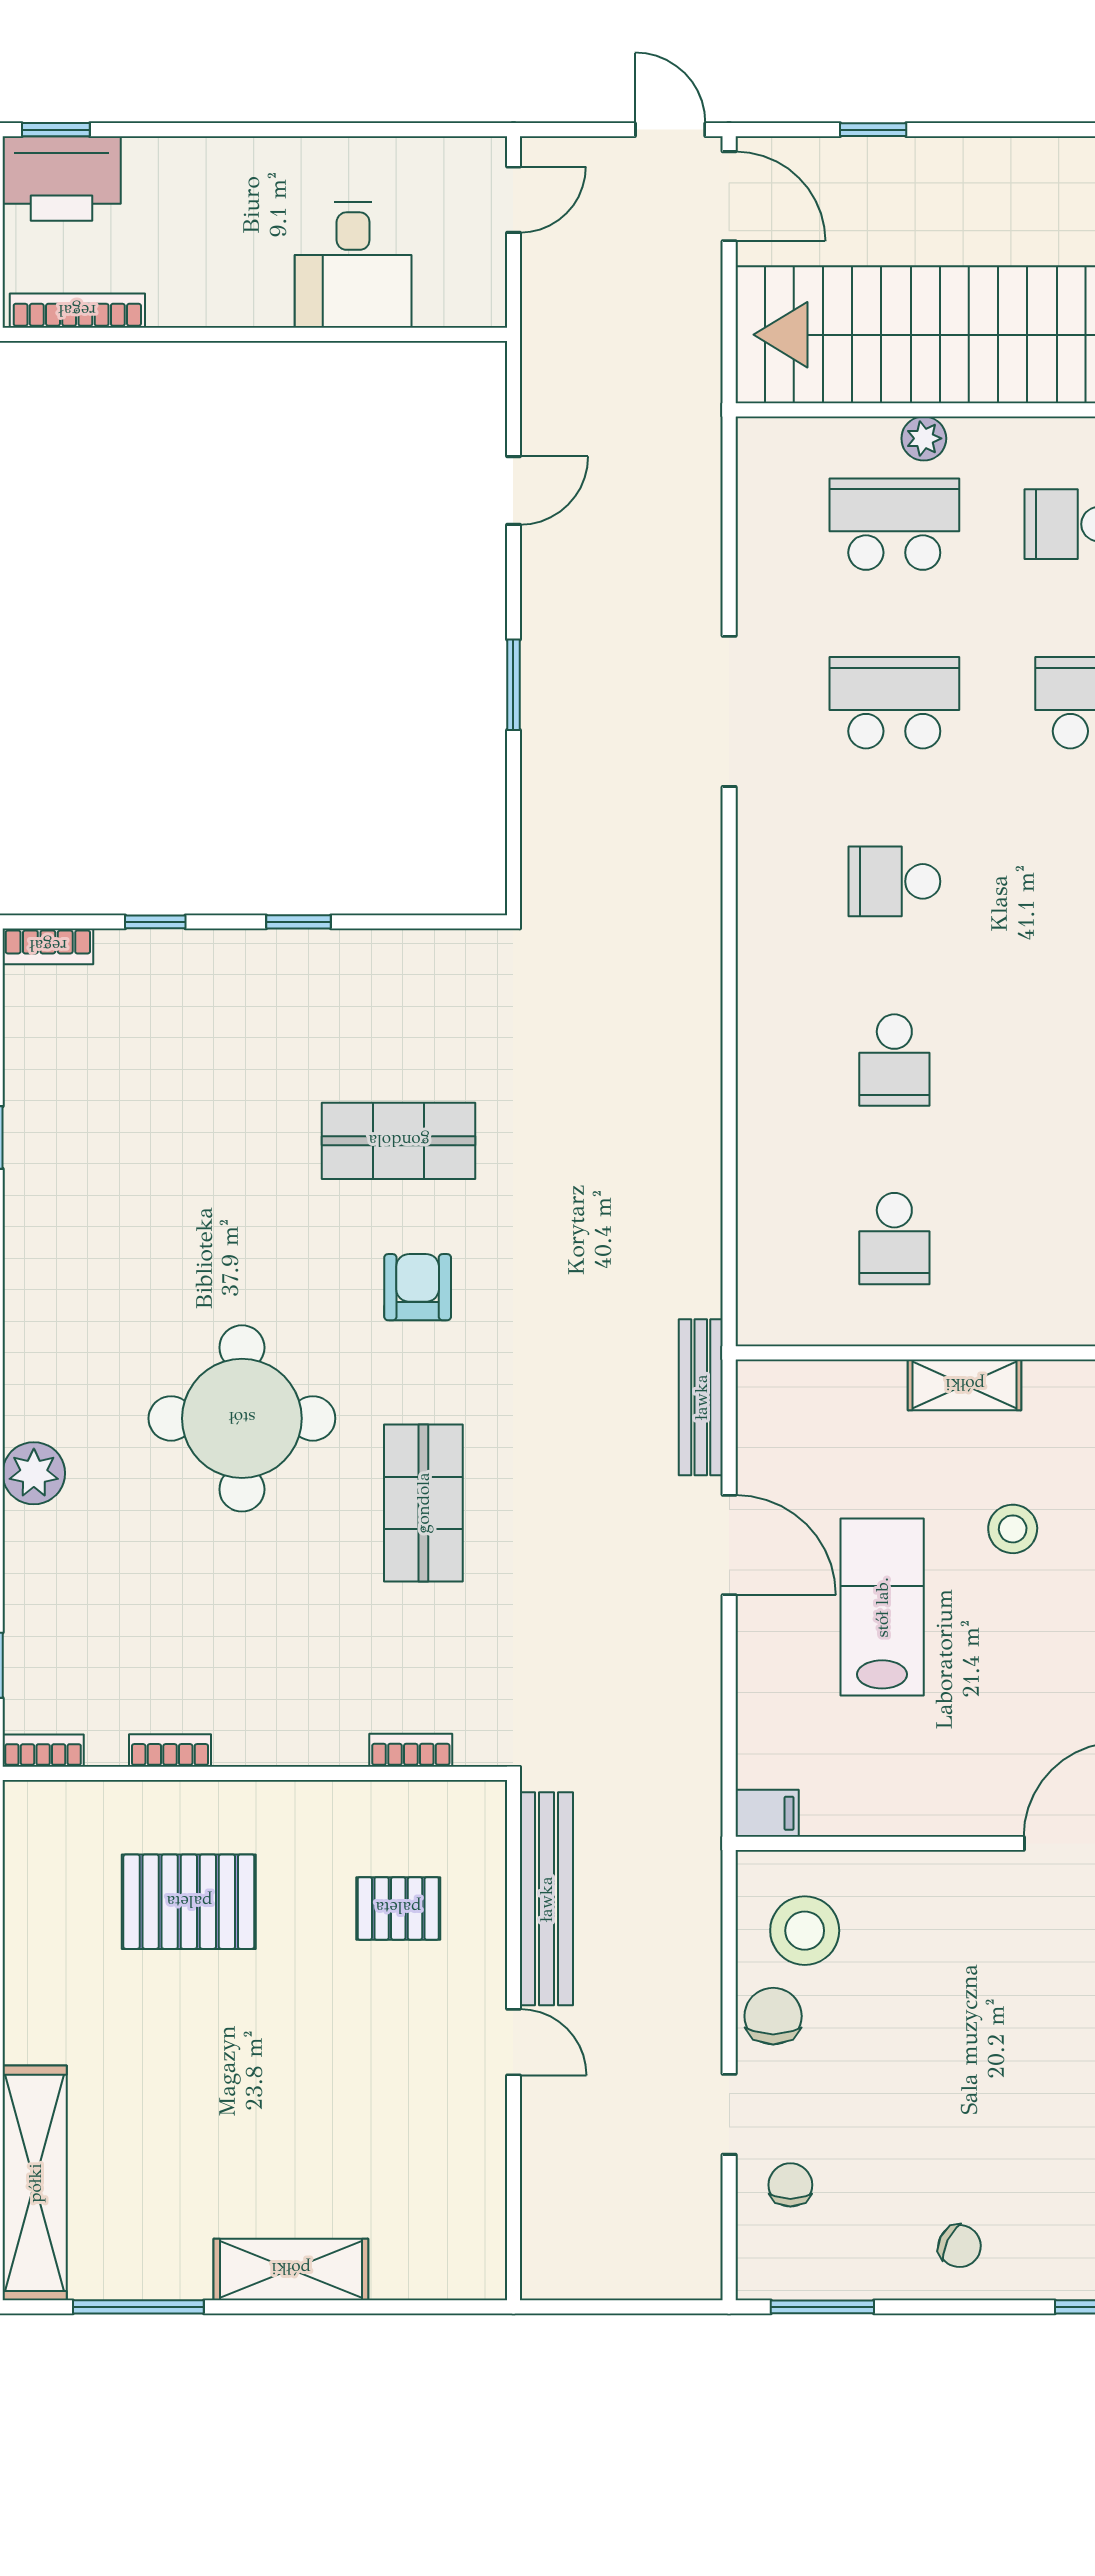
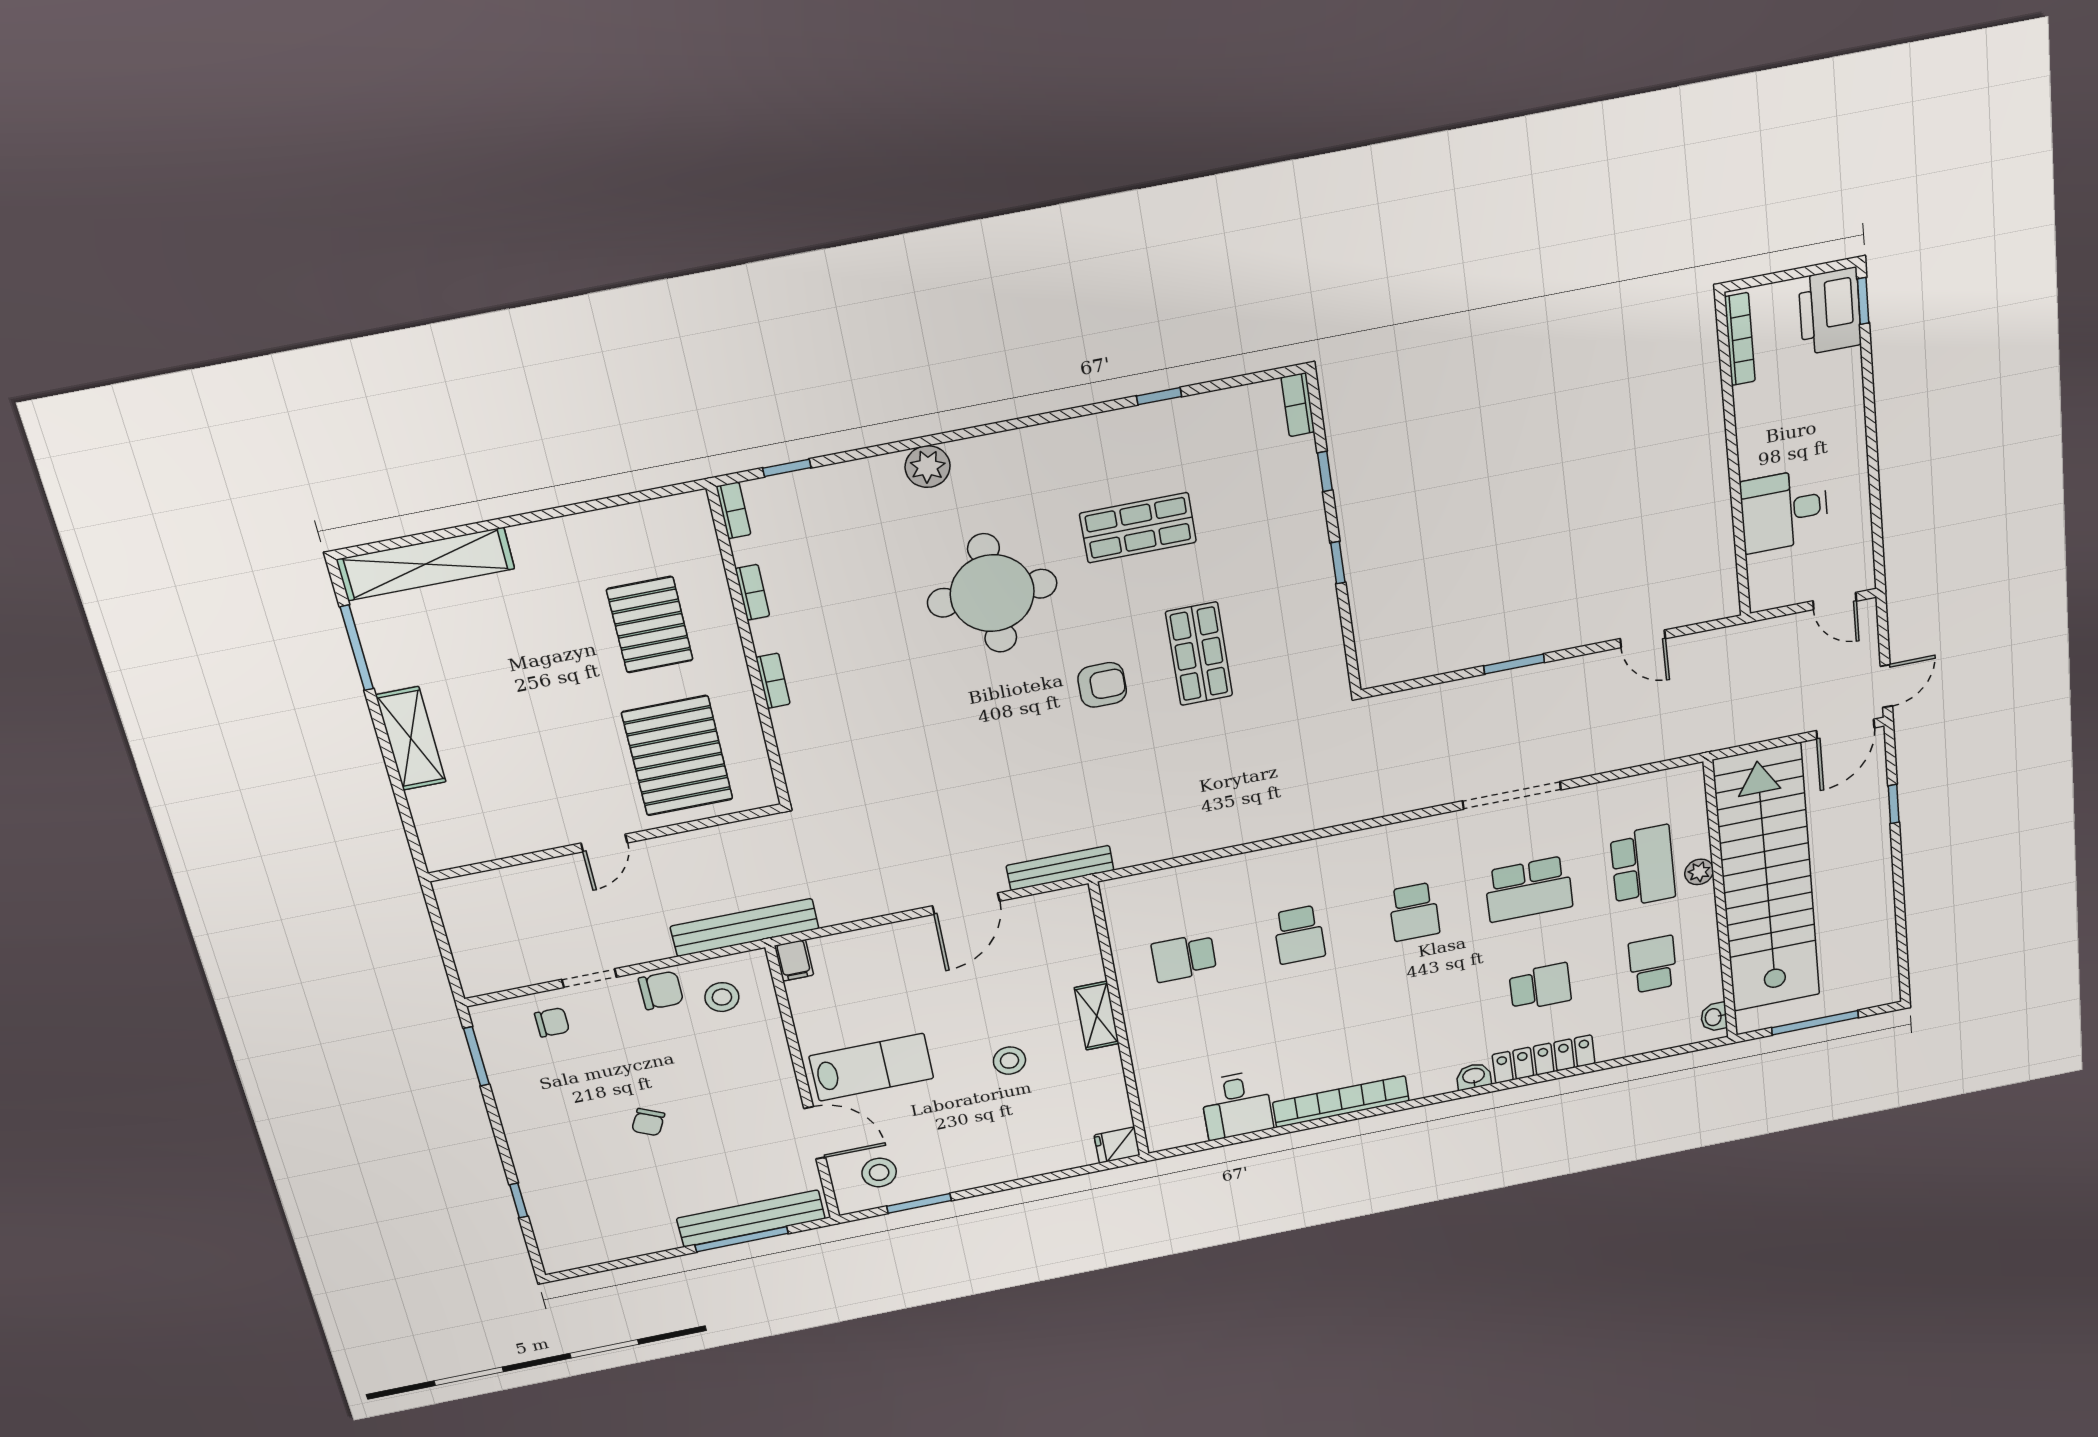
school desk: (894, 703) -> (1529, 889), turned 90
school desk: (894, 881) -> (1414, 912), turned 180
school desk: (894, 1060) -> (1299, 935), turned -90
shop shelf: (423, 1503) -> (1138, 528), moved
lab bench: (882, 1607) -> (871, 1067), moved
bookcase: (411, 1750) -> (773, 681), moved
bench: (546, 1899) -> (745, 928), moved
pallet: (398, 1908) -> (677, 756), width x2.05, depth x2.00
stool: (805, 1931) -> (722, 997), width x0.73, depth x0.73
chair: (960, 2246) -> (648, 1122), moved

